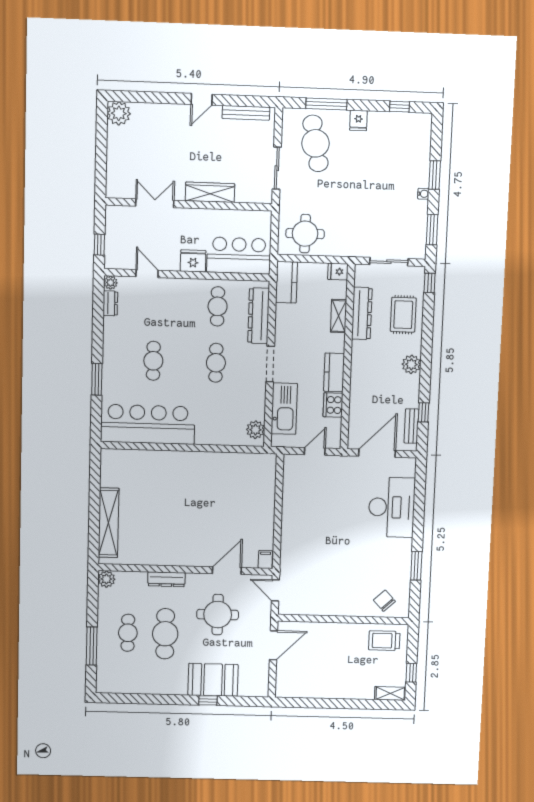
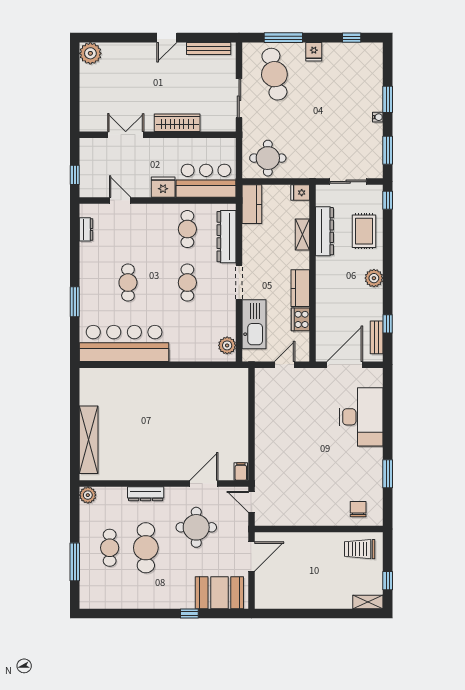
plant: (111, 283) -> (86, 210), removed
chair: (384, 601) -> (358, 509), turned 43
booth: (213, 680) -> (219, 593), moved

